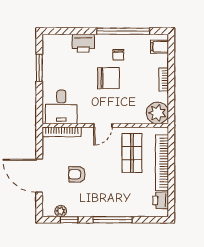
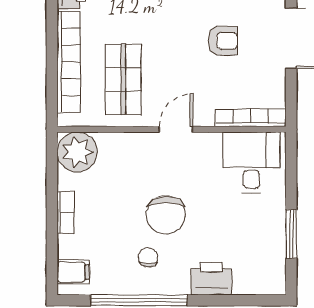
chair: (108, 78) -> (166, 215), turned -90

